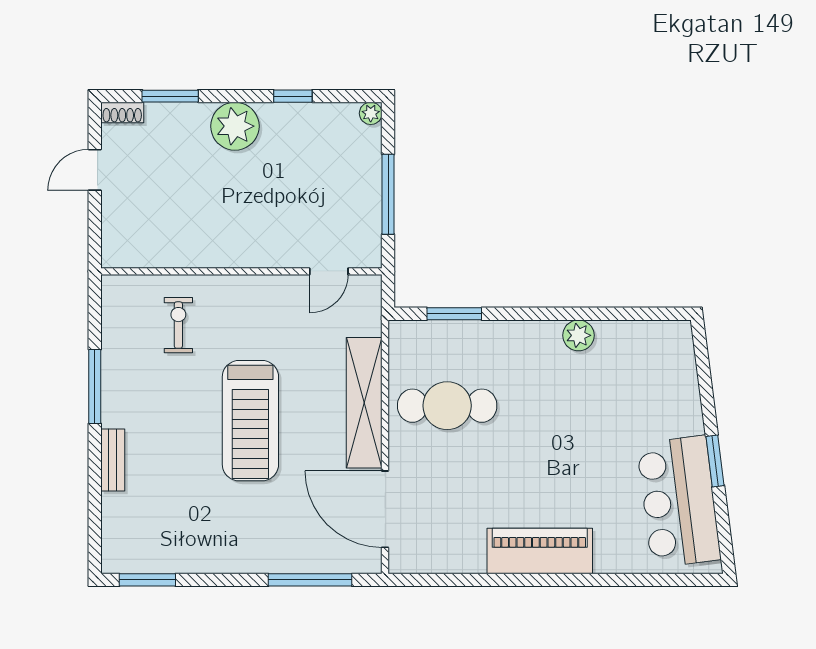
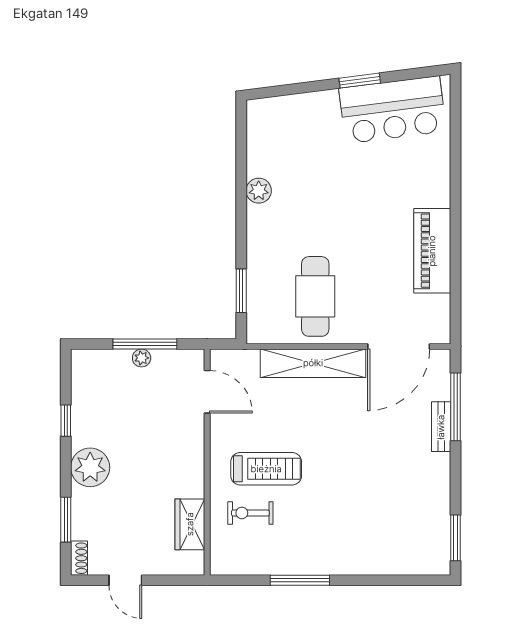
plant: (371, 113) -> (142, 358), moved
wardrobe: (164, 250) -> (190, 524), added
door: (329, 271) -> (207, 392), width x1.38
treadmill: (250, 421) -> (266, 469), moved, width x0.73, depth x0.73
bench: (113, 460) -> (441, 427), moved, turned 90
piano: (540, 551) -> (432, 251), moved

